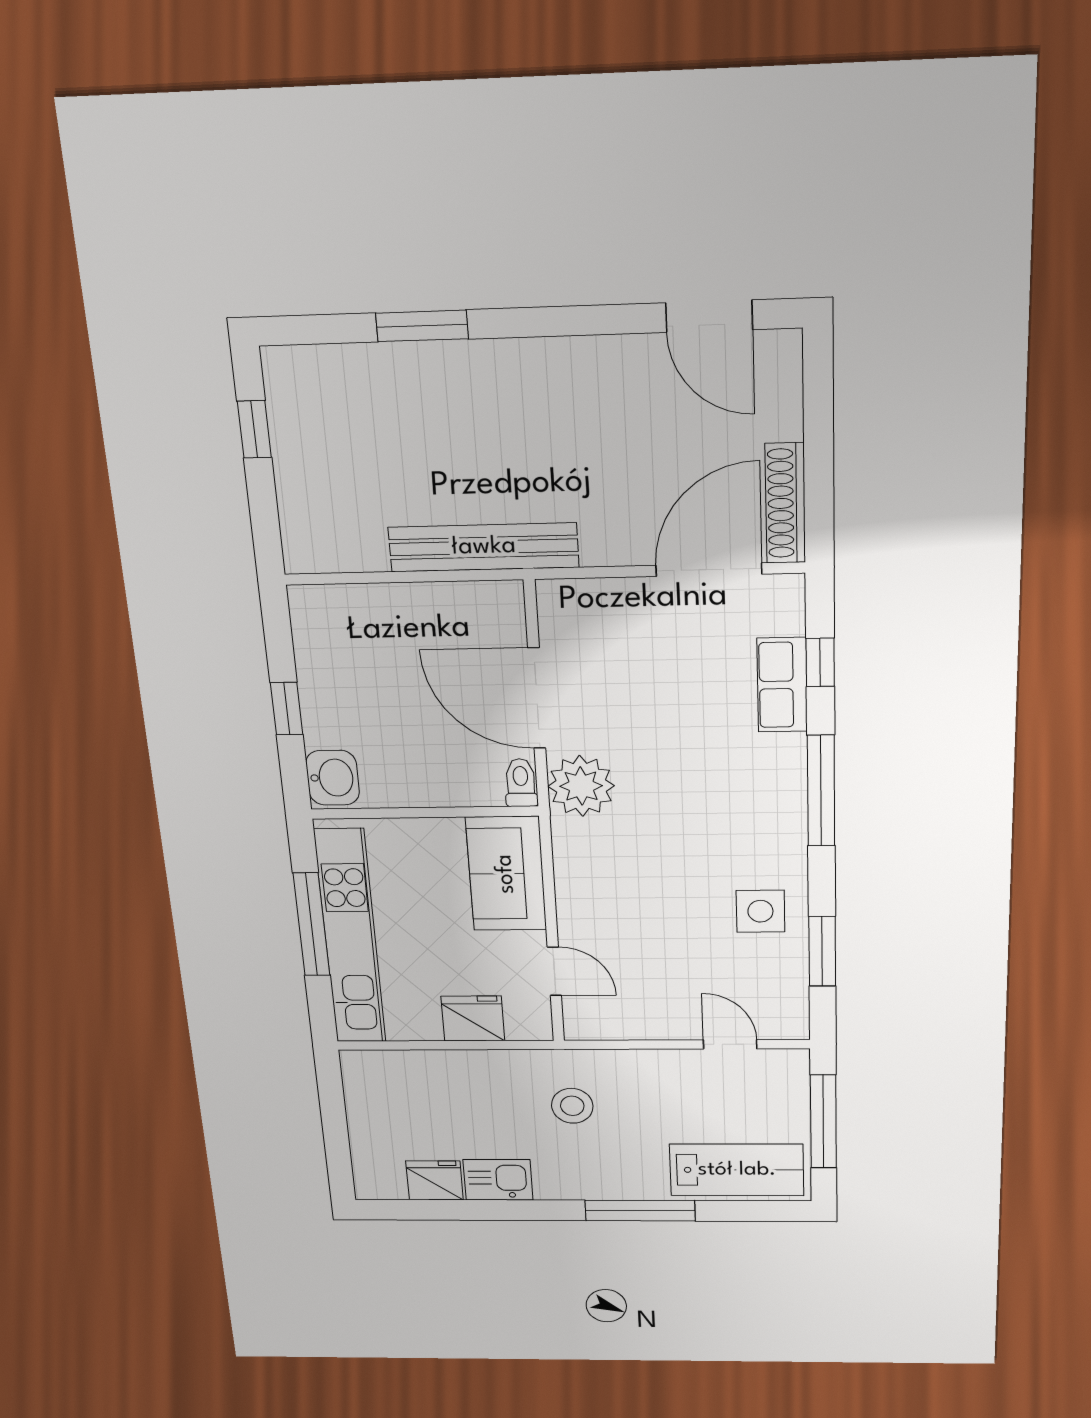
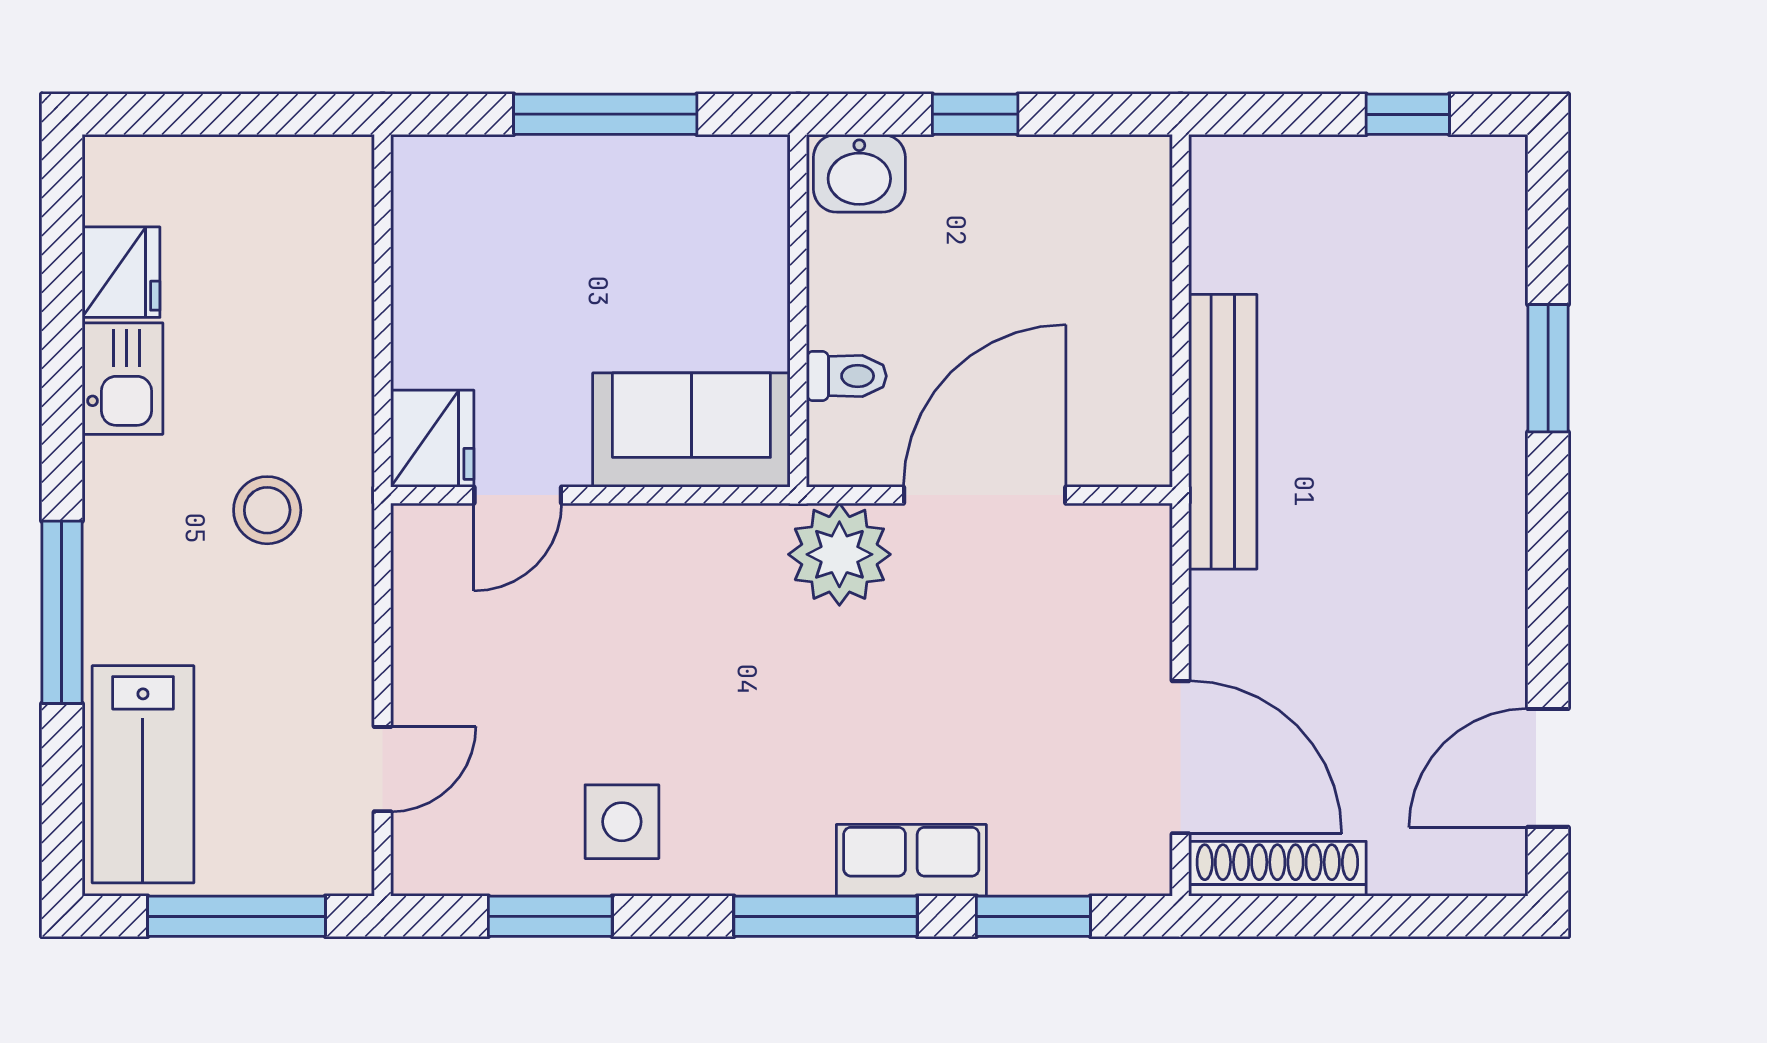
window: (820, 662) -> (1033, 916), width x1.50
row of seats: (782, 685) -> (911, 860), moved
toilet: (521, 783) -> (846, 376), moved
kitchen unit: (350, 937) -> (582, 174), removed
fridge: (473, 1019) -> (432, 439), moved

